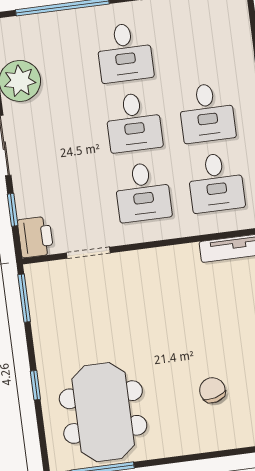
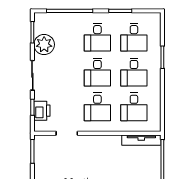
desk: (198, 43) -> (134, 37), added
printer: (35, 237) -> (42, 111), moved

